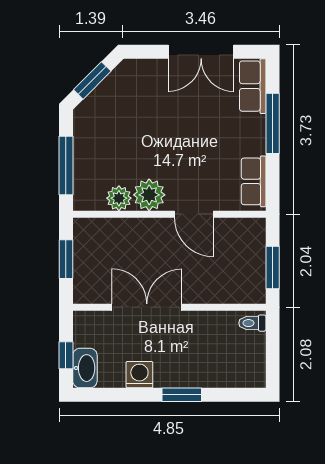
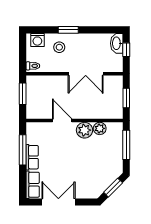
window: (273, 123) -> (23, 150), moved
row of seats: (254, 181) -> (32, 157), moved
stool: (199, 360) -> (59, 47), added
washing machine: (139, 375) -> (37, 40), moved

